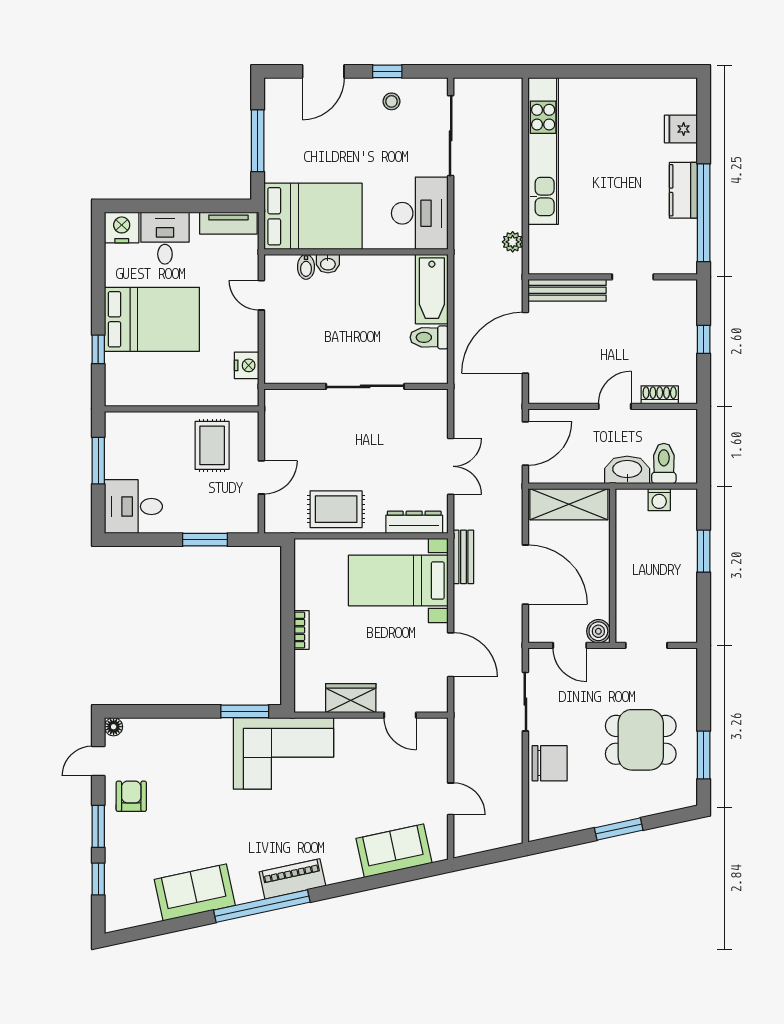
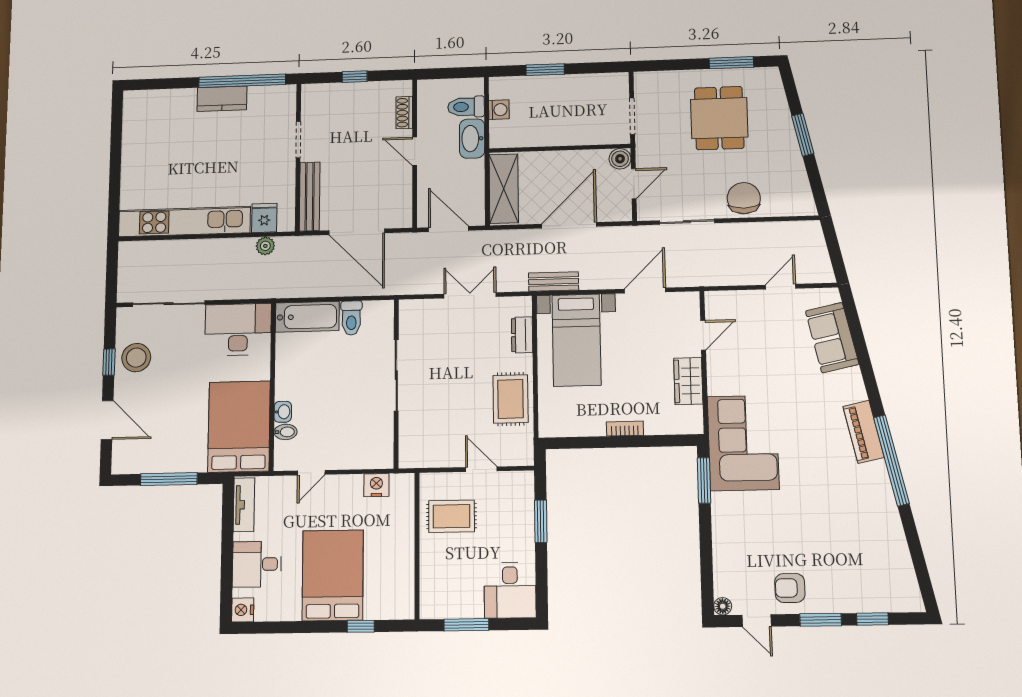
stool: (392, 101) -> (136, 358), width x1.89, depth x1.89
fridge: (681, 129) -> (264, 218), moved, turned 180
nightstand: (122, 227) -> (243, 610), width x0.74, depth x0.75
dresser: (414, 522) -> (522, 335), width x0.70
sofa: (195, 892) -> (881, 525), removed

